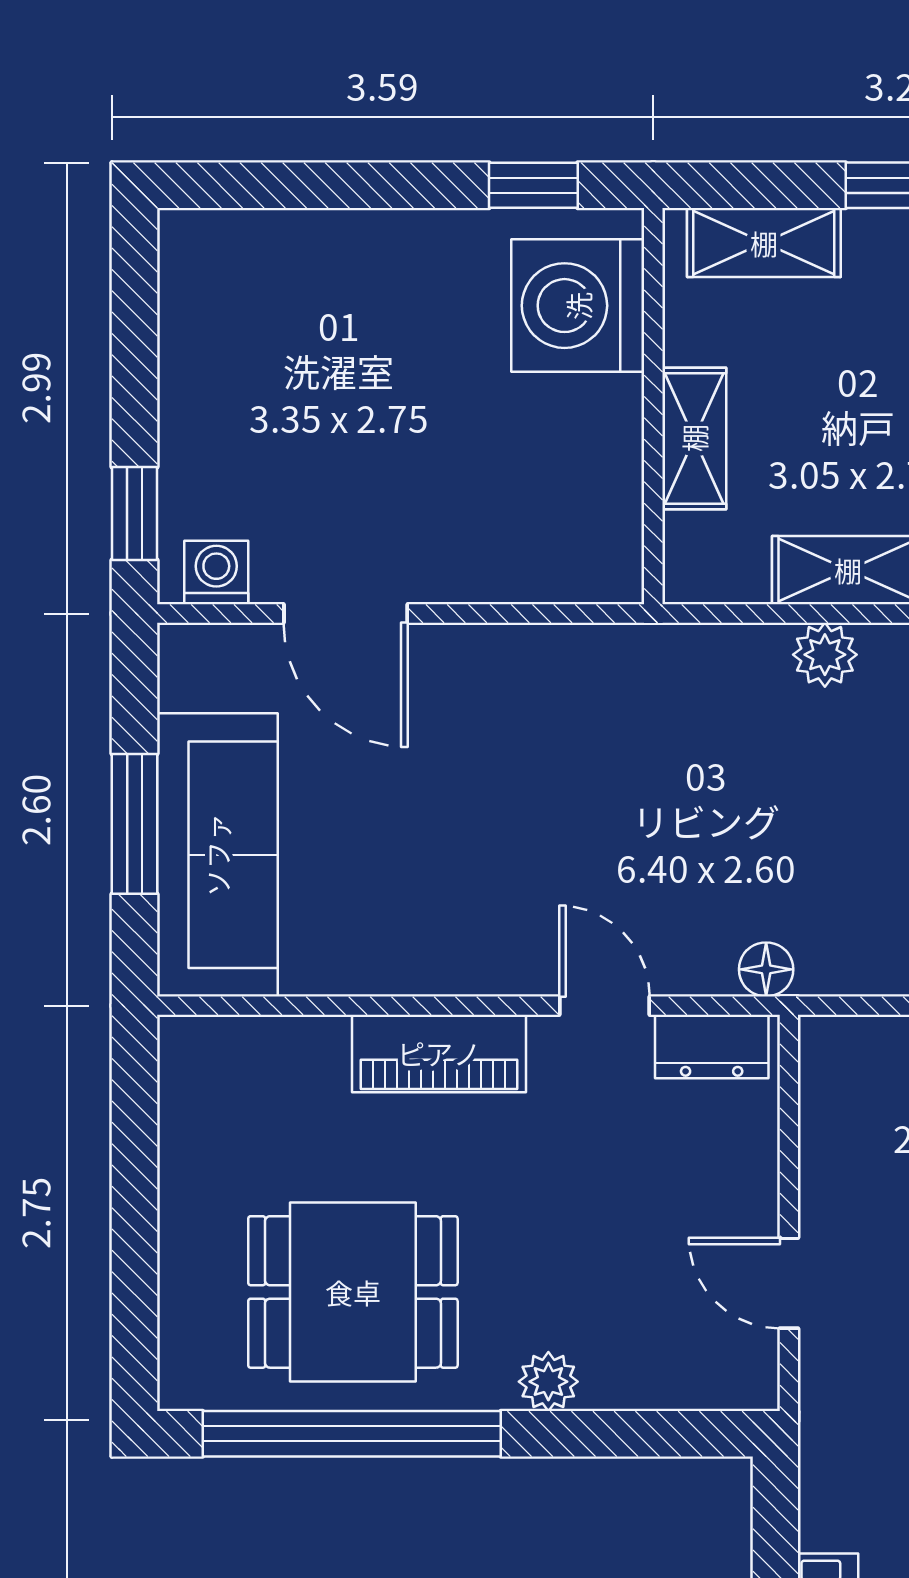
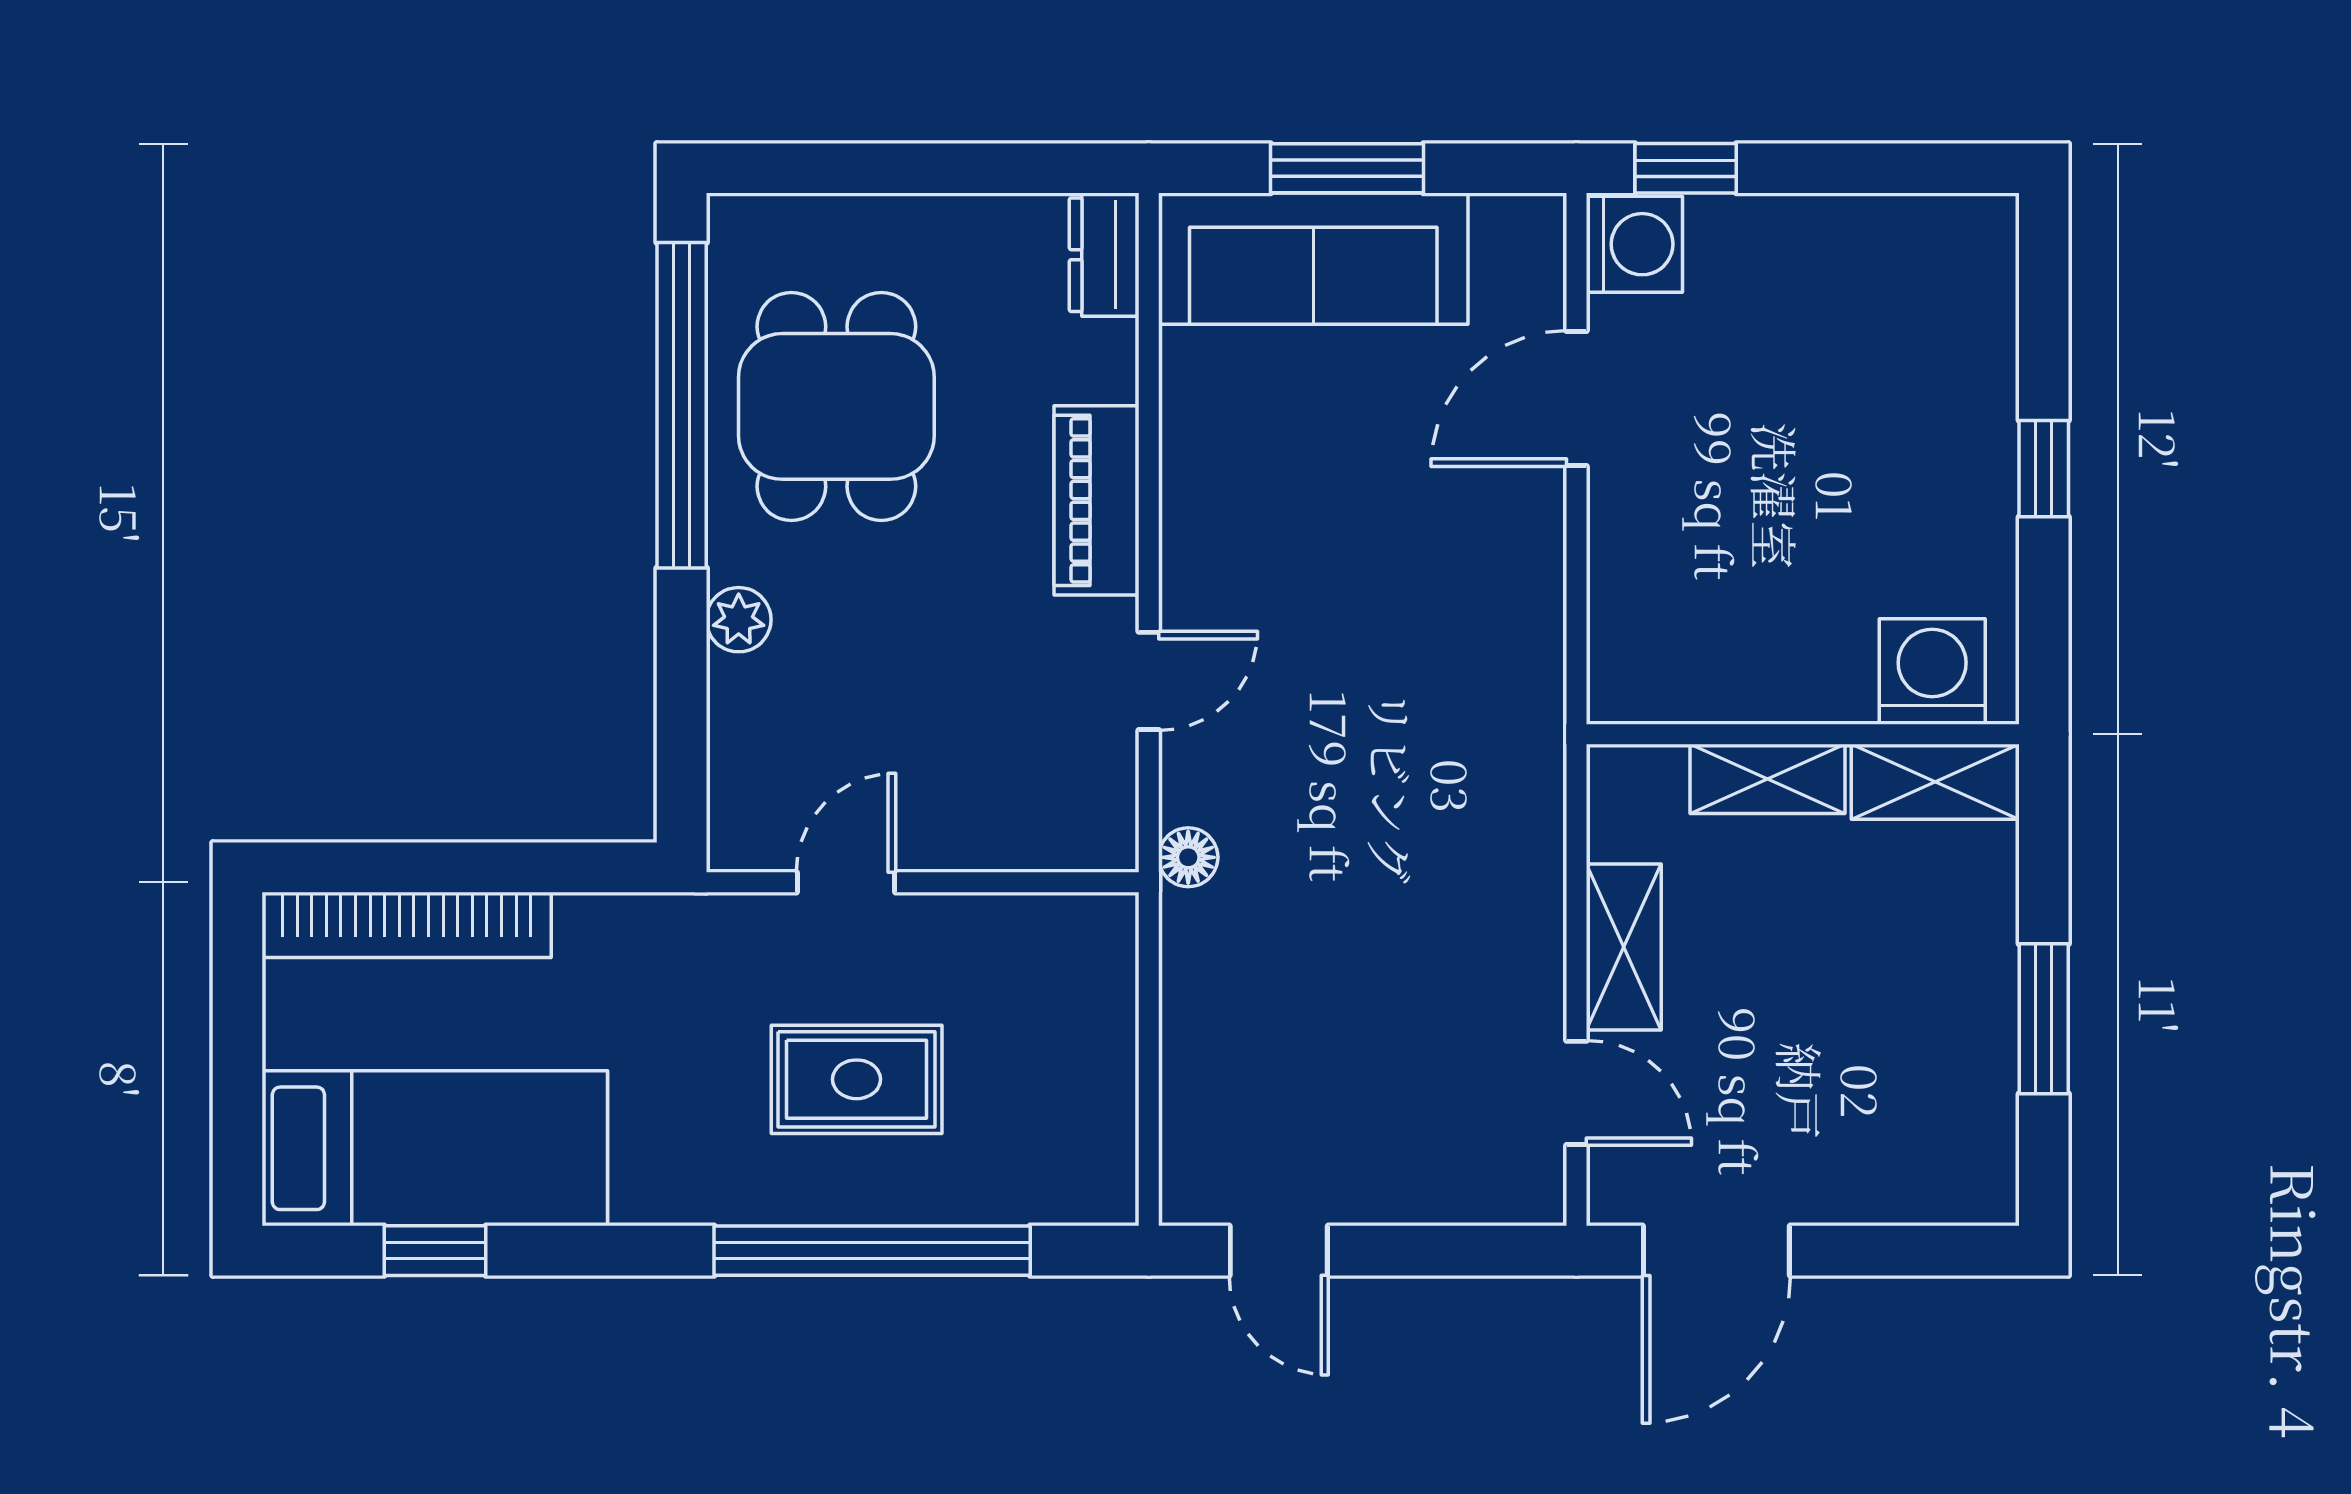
window: (533, 185) -> (2044, 469), moved
shelving: (764, 243) -> (1935, 782), moved, turned 90
washing machine: (578, 306) -> (1932, 671), width x0.73, depth x0.73
washing machine: (216, 573) -> (1634, 244), width x1.38, depth x1.38
plant: (825, 655) -> (1532, 921), removed
dresser: (712, 1046) -> (1104, 255), moved

